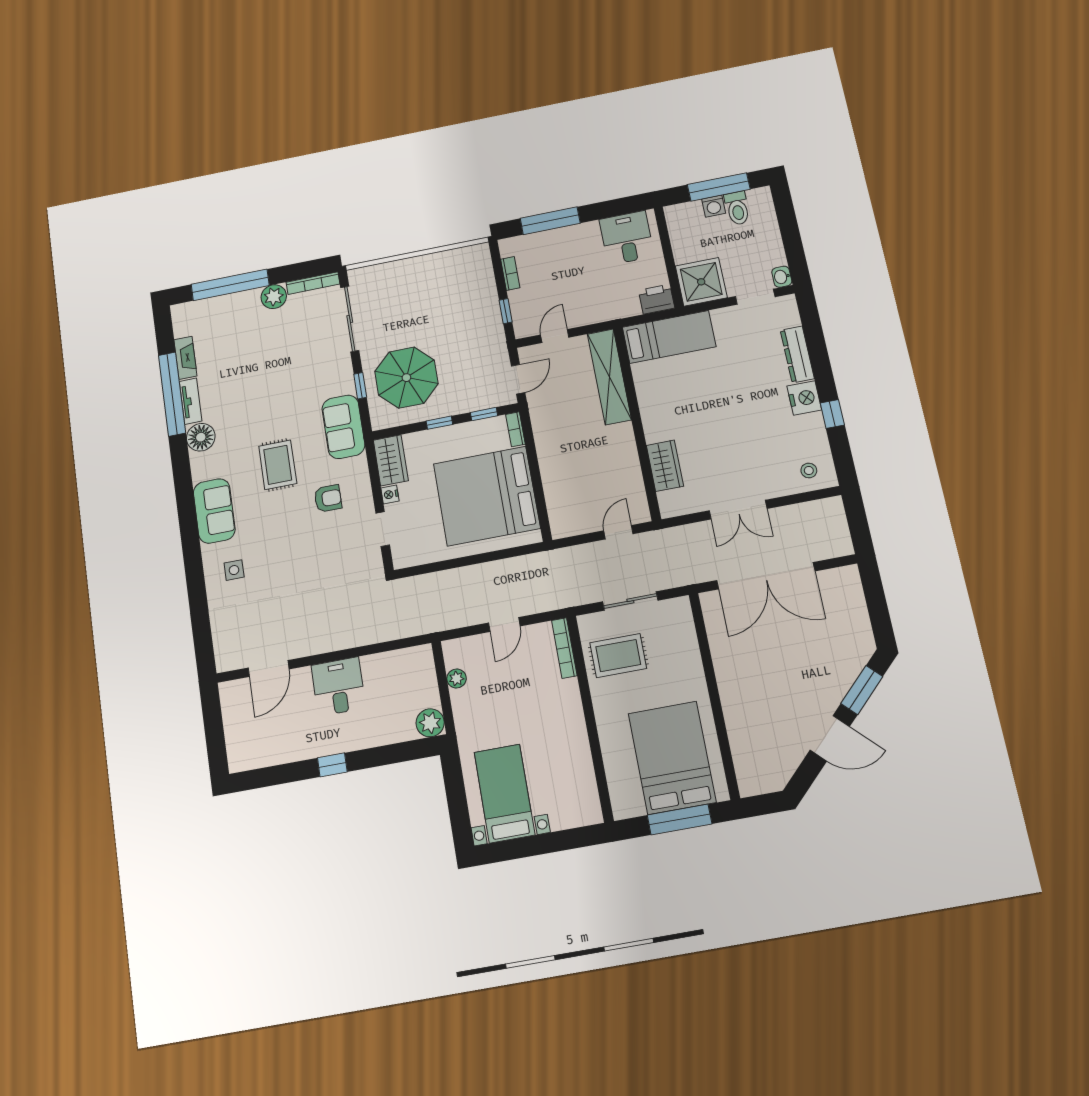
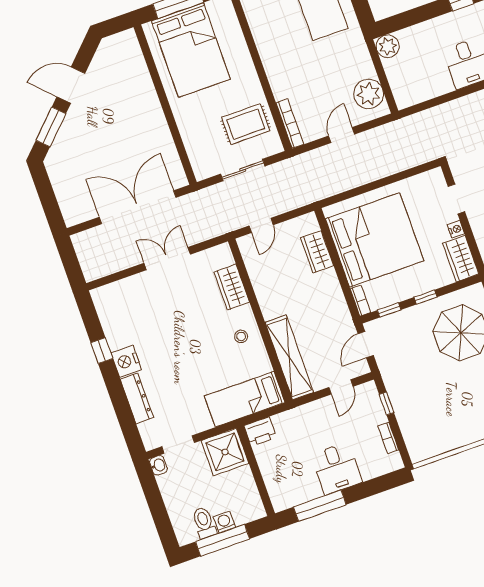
window: (550, 221) -> (320, 506), moved
desk: (627, 238) -> (337, 468), moved
stool: (809, 470) -> (241, 336), moved
wardrobe: (557, 492) -> (317, 252), added
plant: (457, 678) -> (369, 94), width x1.87, depth x1.87

